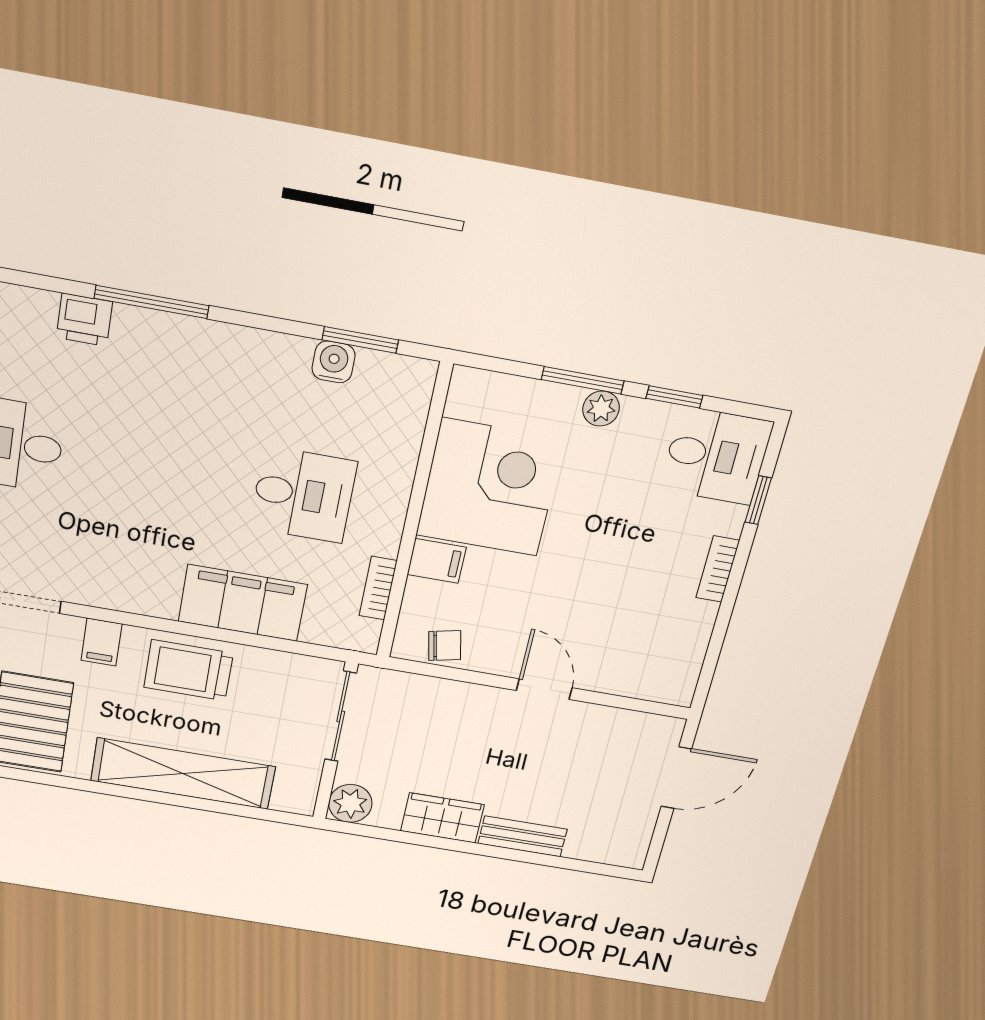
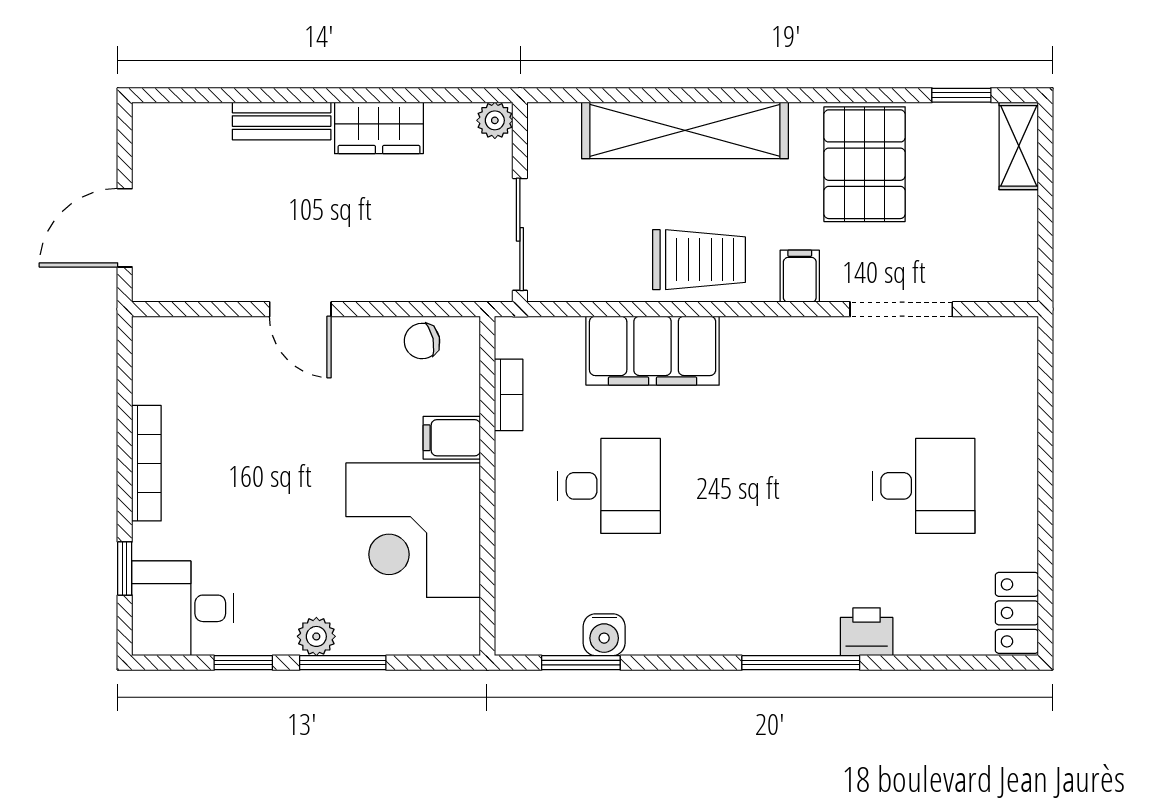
desk: (303, 495) -> (609, 486), turned 180
bookcase: (718, 569) -> (146, 463), width x1.56
plant: (350, 803) -> (495, 120), width x0.73, depth x0.73

